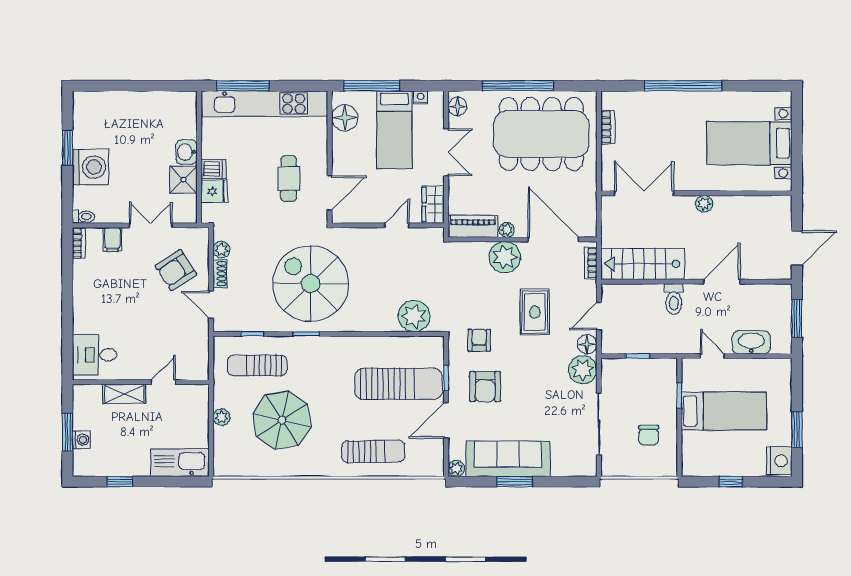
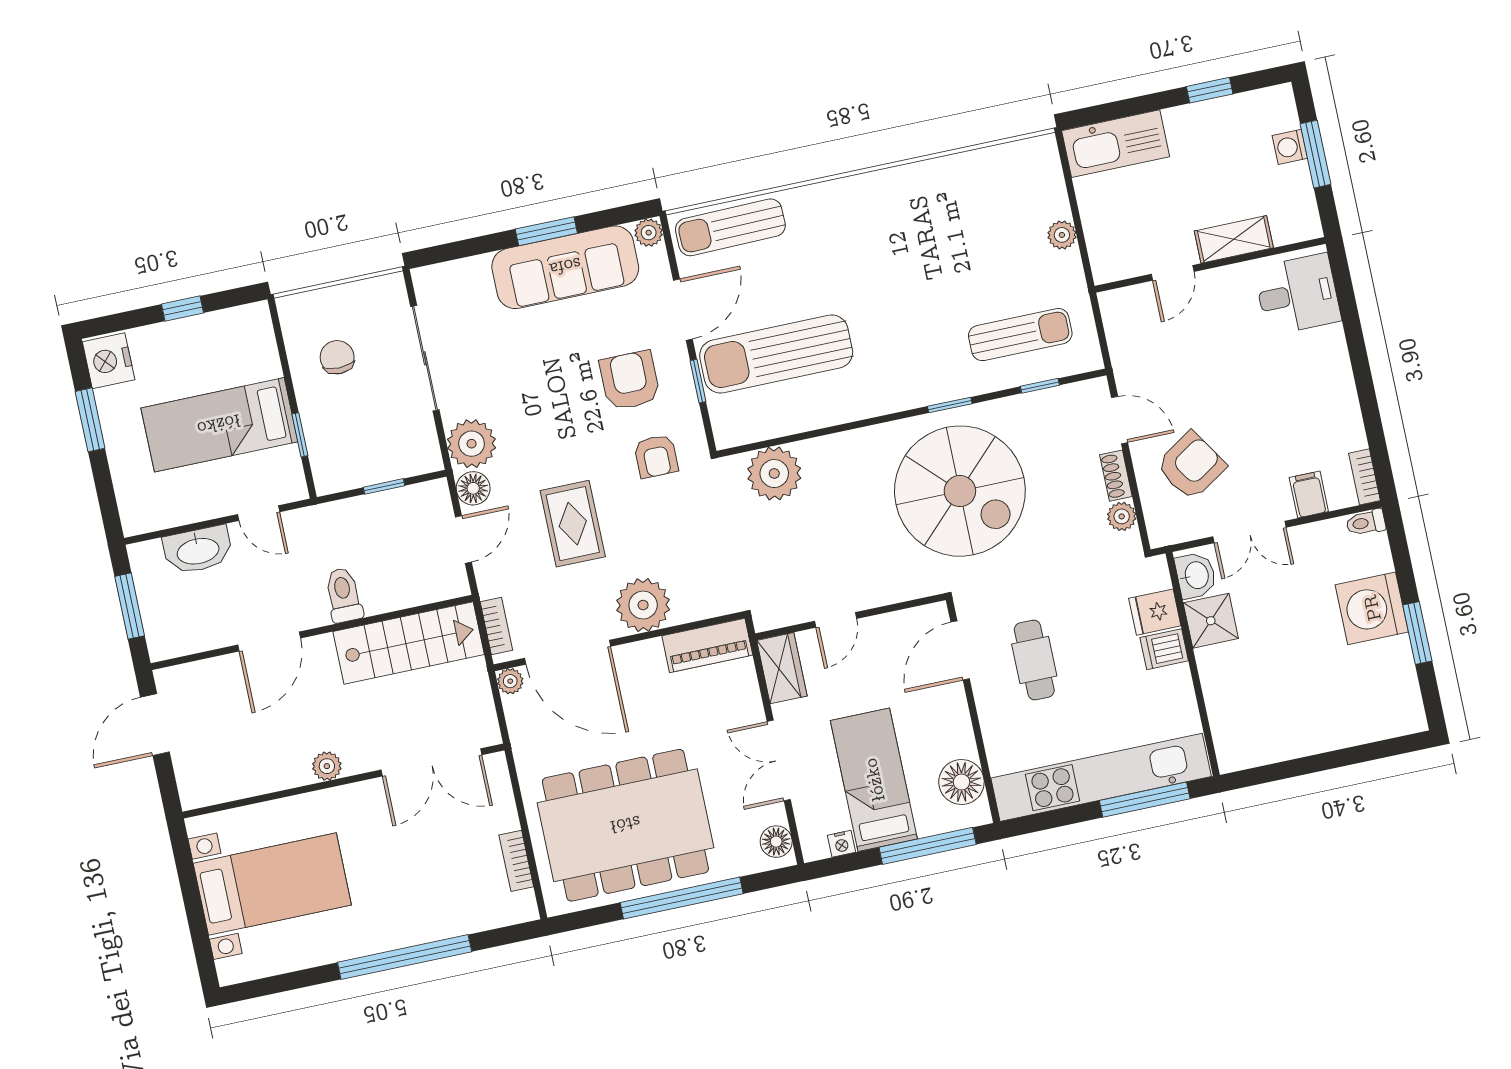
washbasin: (187, 152) -> (1196, 575), moved
plant: (507, 230) -> (510, 681), moved
parasol: (282, 420) -> (959, 251), removed
sun lounger: (373, 451) -> (730, 227), moved

